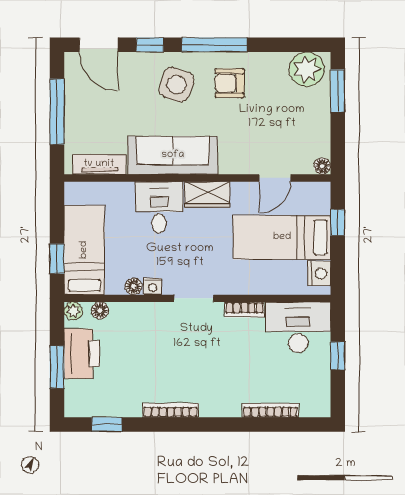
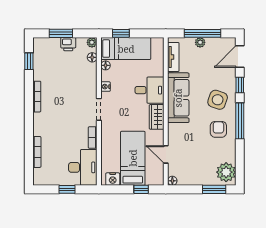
plant: (73, 116) -> (200, 42), added
floor lamp: (134, 286) -> (106, 65), moved
printer: (82, 354) -> (68, 44), width x0.53, depth x0.68

